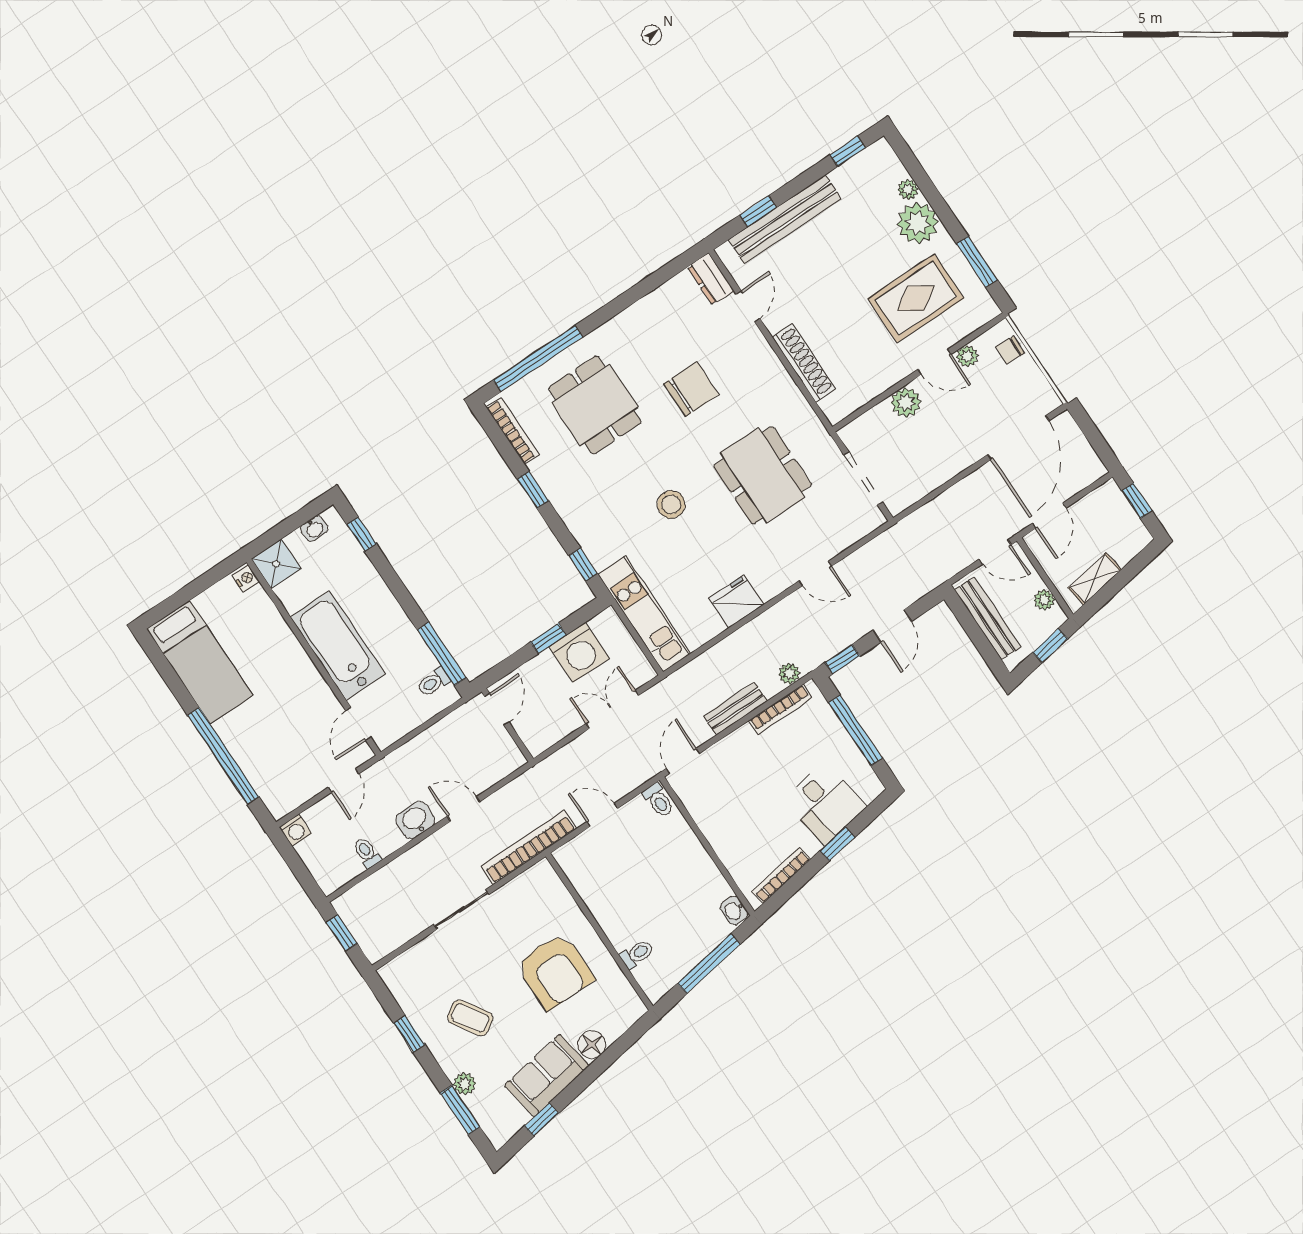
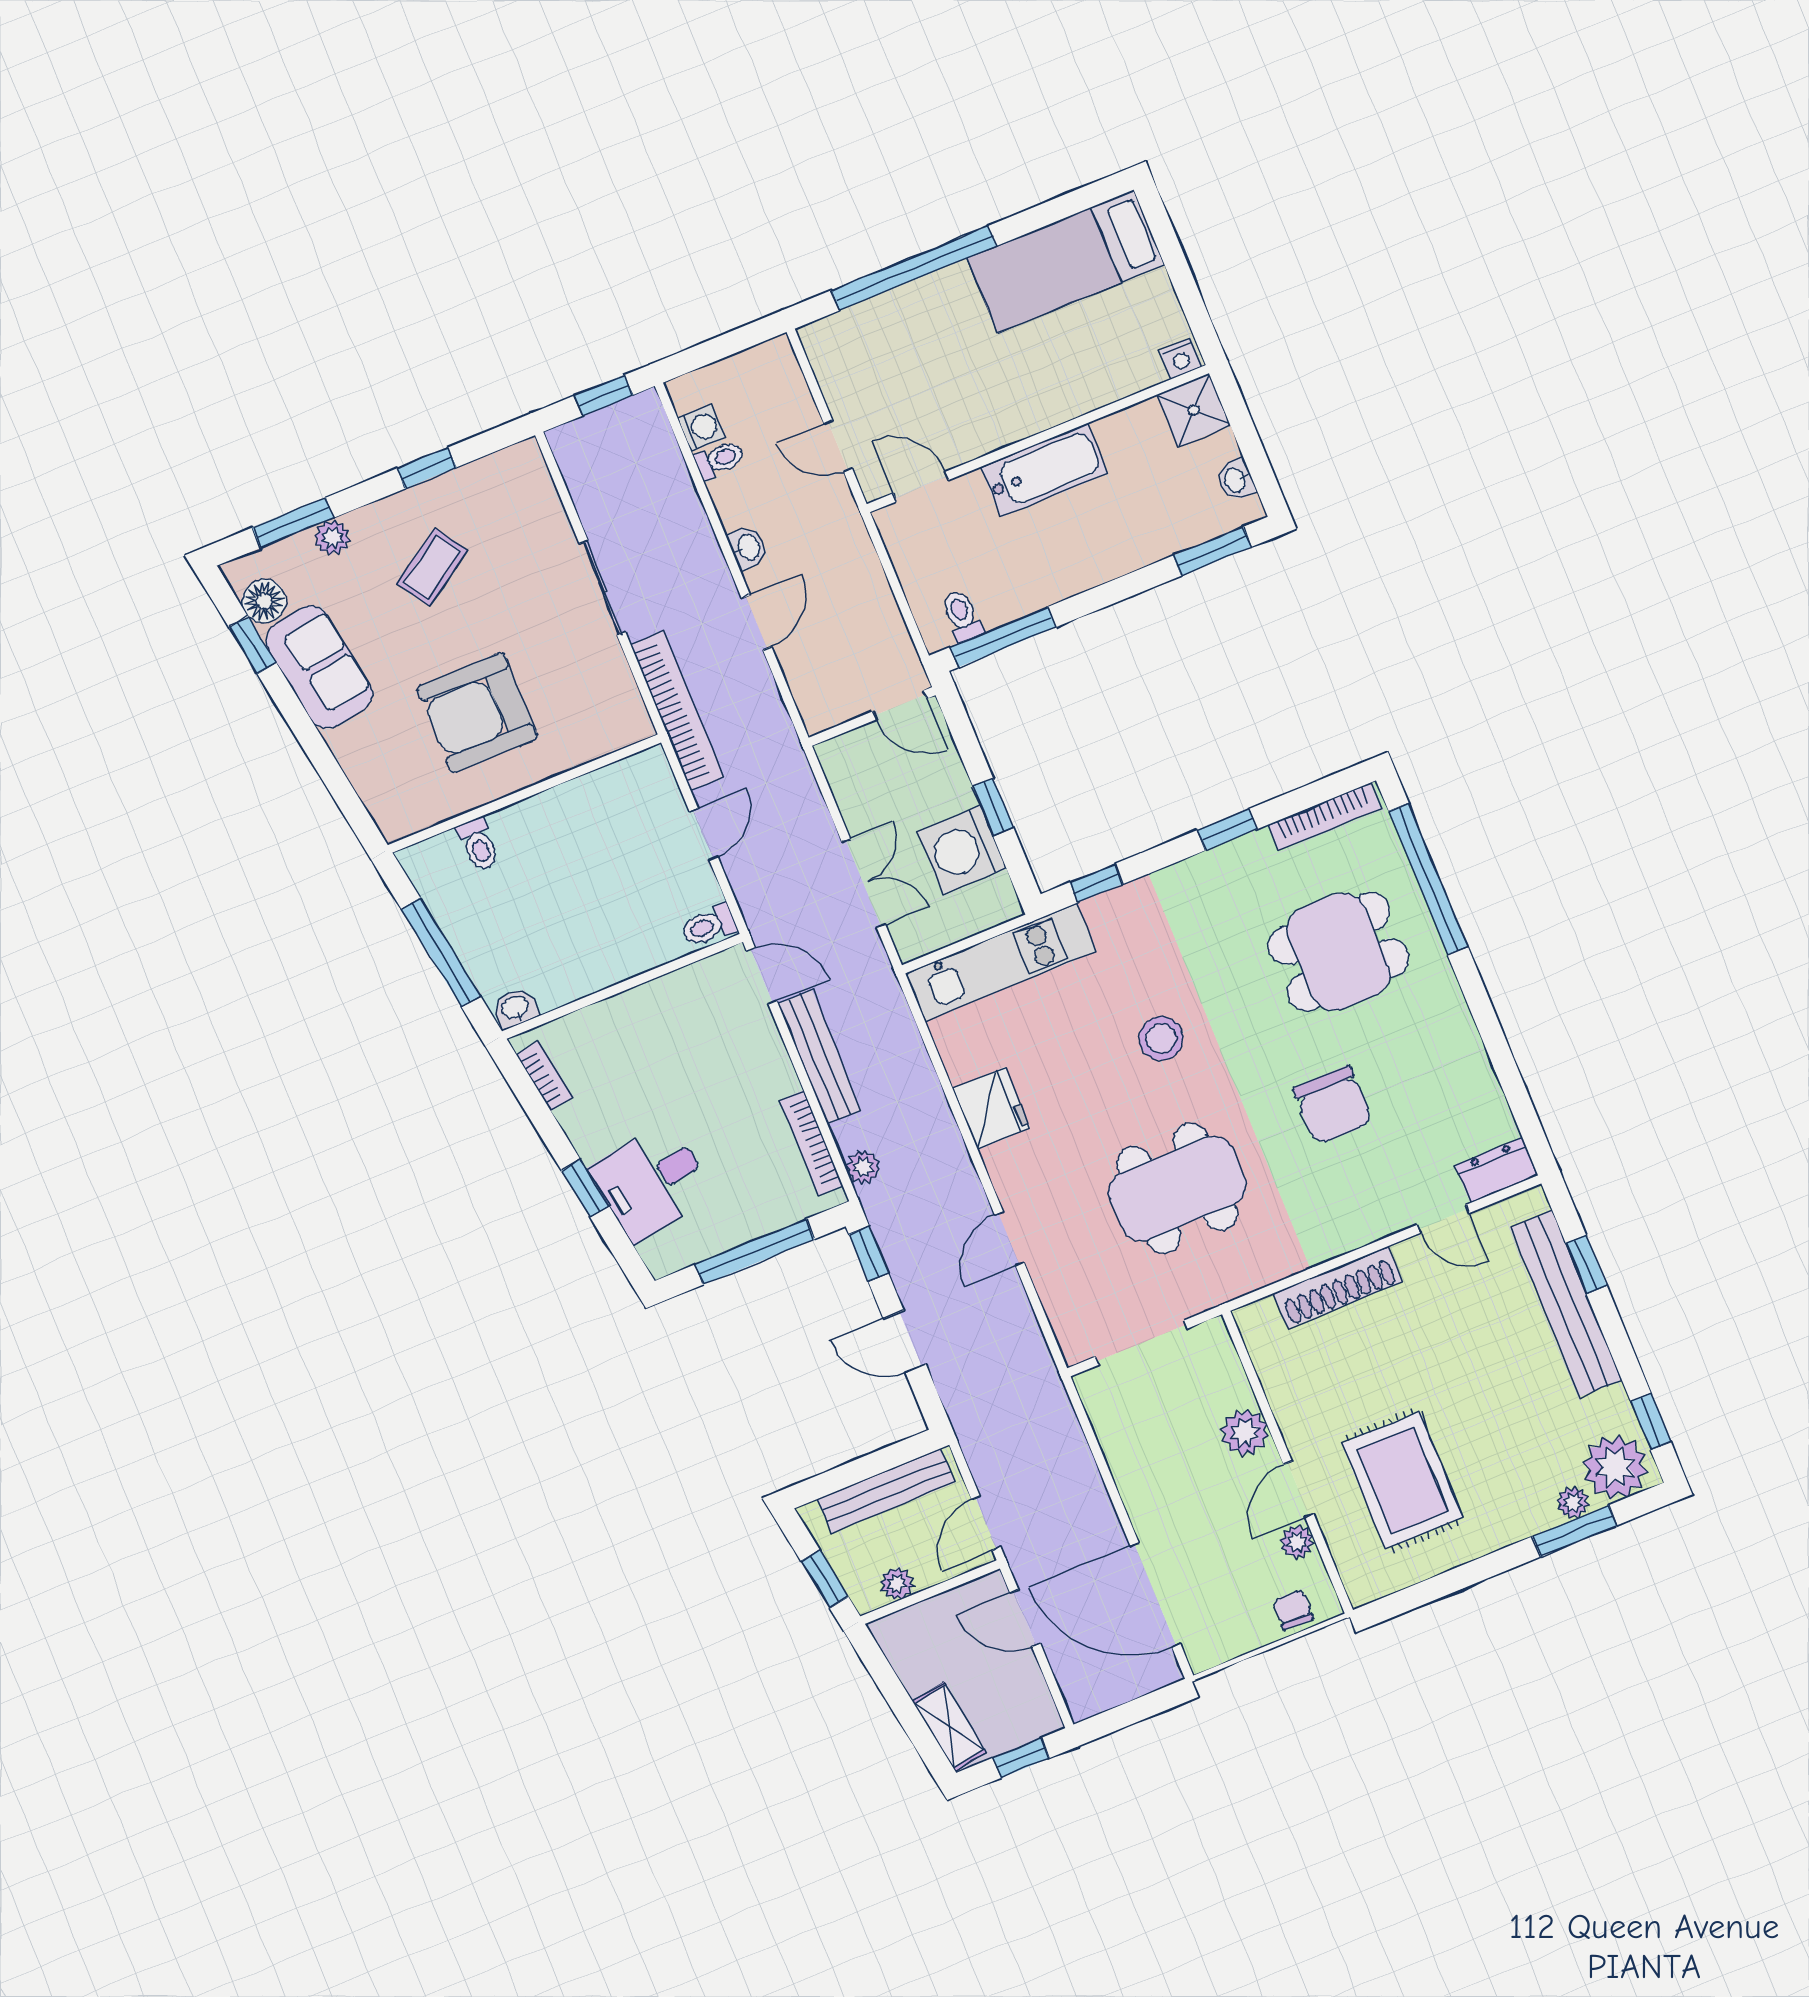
plant: (918, 223) -> (1615, 1467), moved
window: (977, 262) -> (1575, 1531), moved
window: (362, 534) -> (1212, 551), width x1.50
shelving: (1095, 579) -> (949, 1727), moved
bathtub: (338, 646) -> (1044, 470), width x0.73, depth x0.73
bench: (735, 709) -> (819, 1057), width x1.36
washbasin: (415, 820) -> (748, 547), width x0.72, depth x0.69
washing machine: (295, 830) -> (701, 428), moved, turned 180
bookcase: (781, 875) -> (545, 1076), width x0.64
floor lamp: (592, 1045) -> (264, 601), moved

